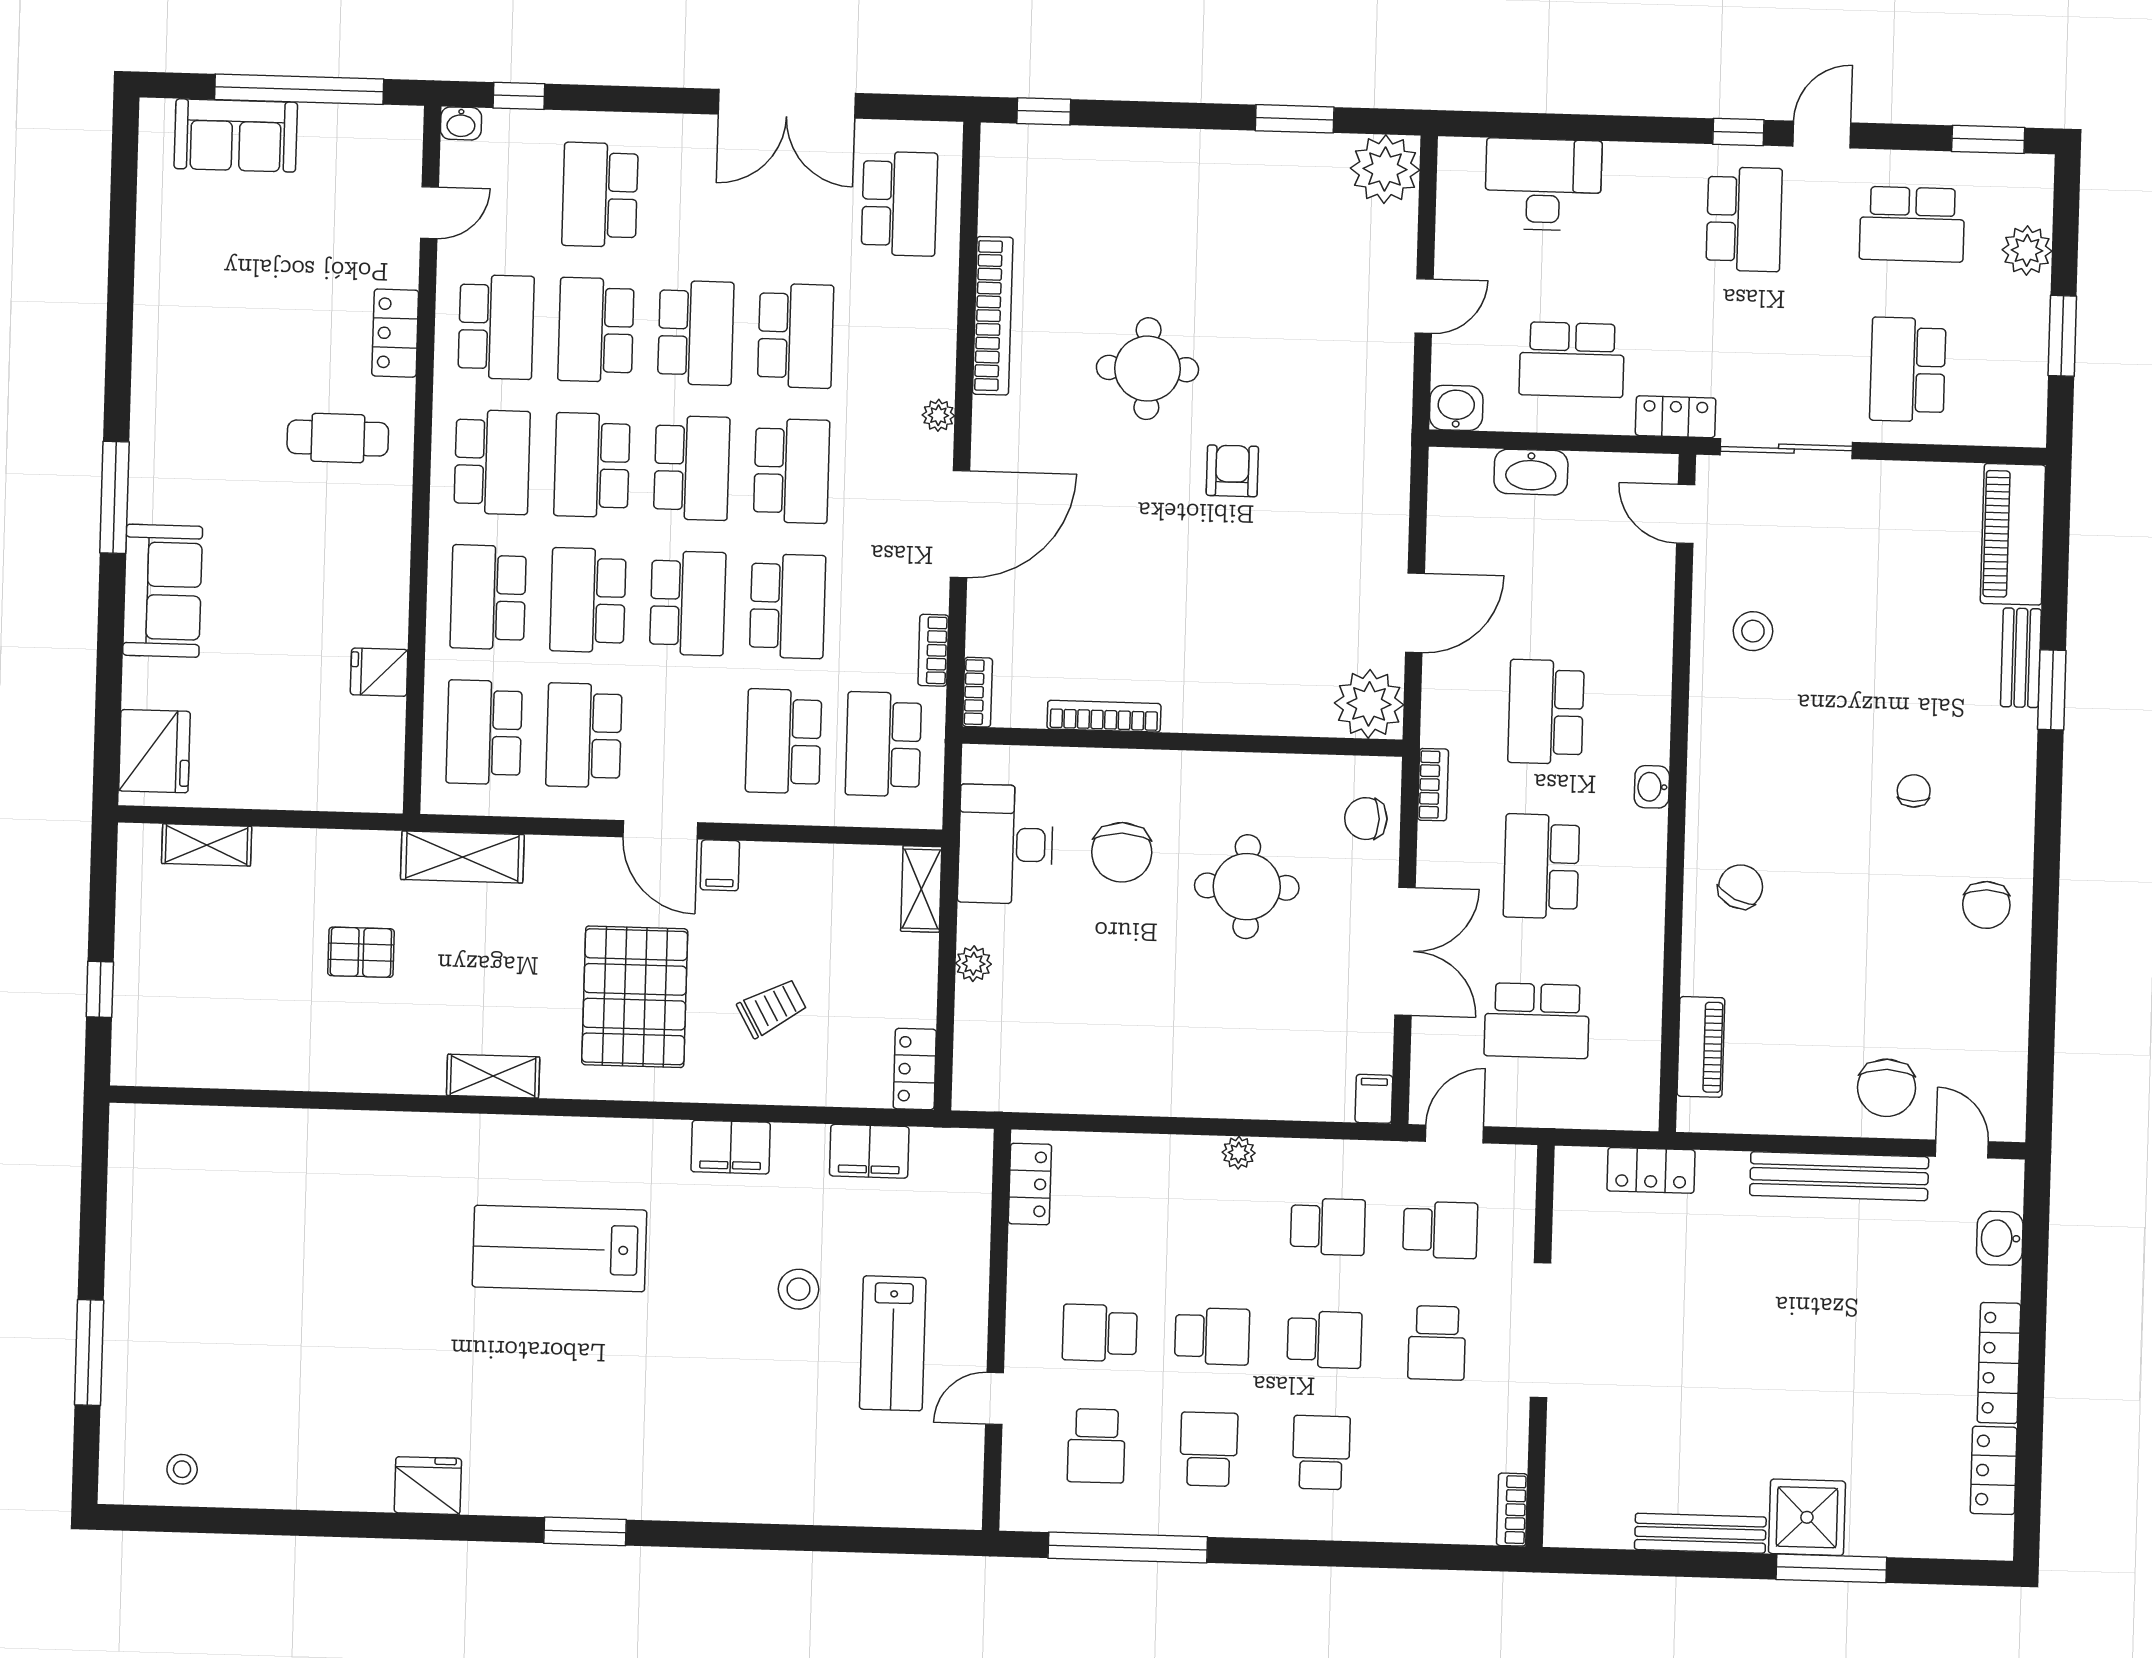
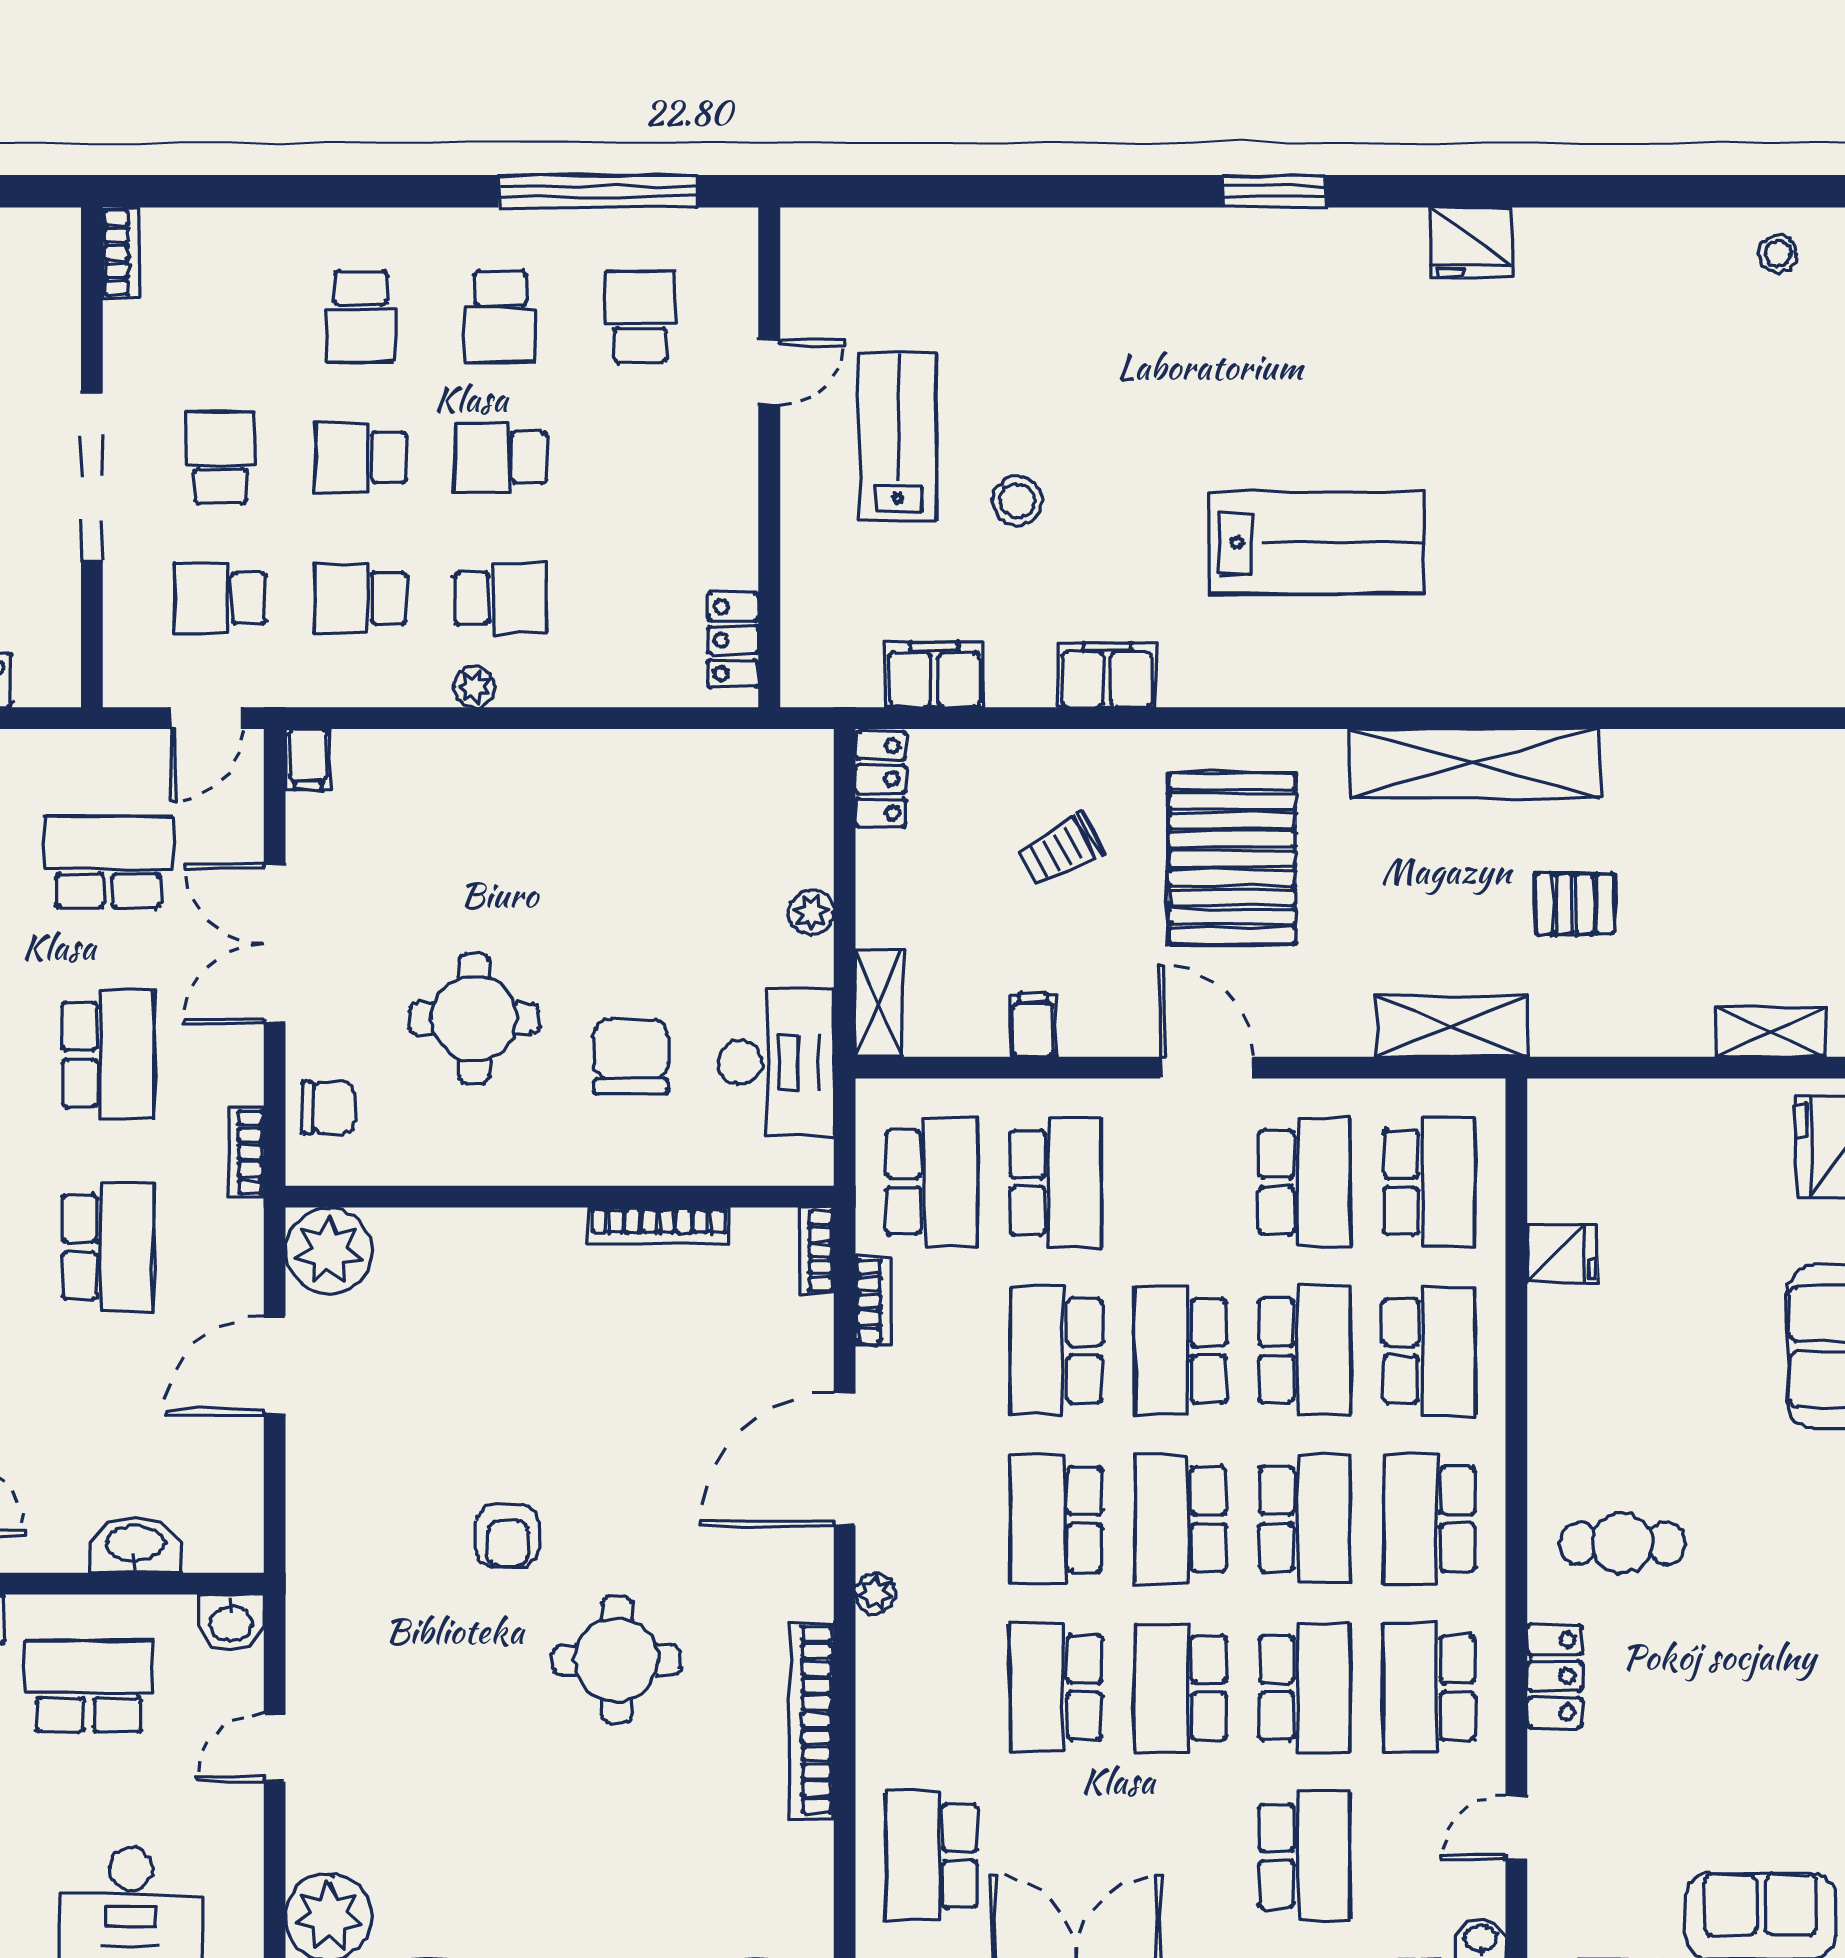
filing cabinet: (720, 865) -> (1033, 1026), moved
shelving: (493, 1076) -> (1474, 763), width x2.20, depth x1.33
school desk: (1100, 1333) -> (501, 598), moved

